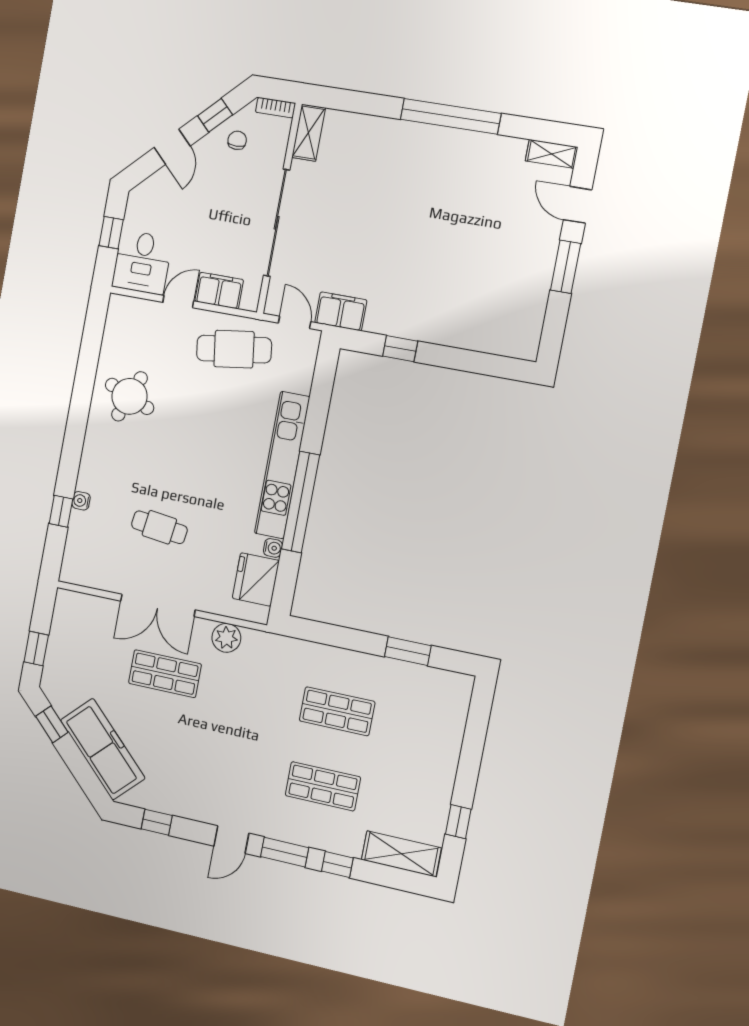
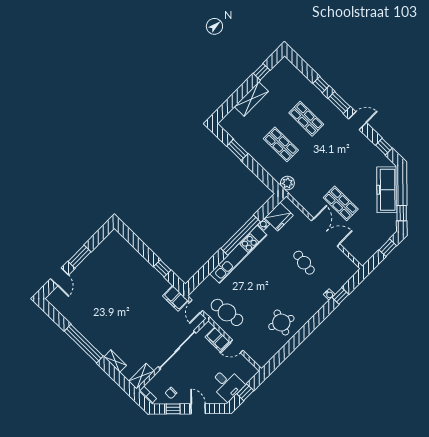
door: (172, 147) -> (198, 409), hinge flipped
shelving: (552, 154) -> (115, 361), moved
desk: (142, 262) -> (227, 384), moved, turned 90
plant: (226, 638) -> (287, 183), moved
shelving: (401, 854) -> (251, 99), moved, turned 90

